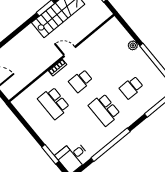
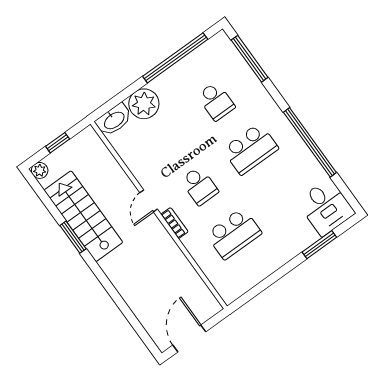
washbasin: (116, 28) -> (114, 120), added
plant: (133, 45) -> (144, 104), width x1.88, depth x1.88

